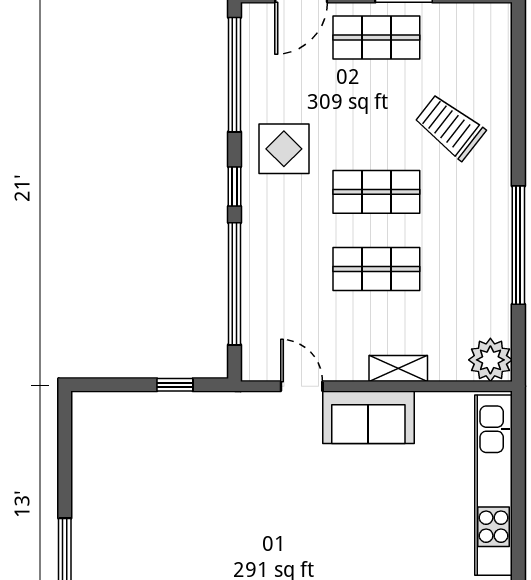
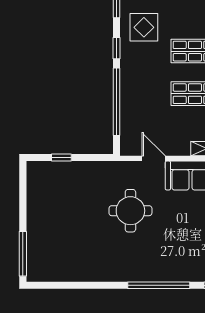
window: (175, 385) -> (61, 158), moved
round table: (260, 481) -> (130, 211), added

